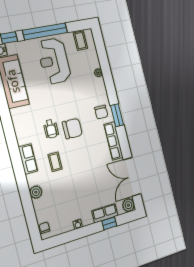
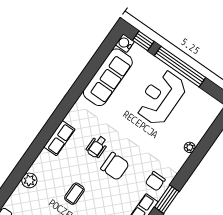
coffee table: (80, 41) -> (203, 105), removed
row of seats: (28, 159) -> (59, 138), moved
coffee table: (55, 162) -> (74, 194), moved

